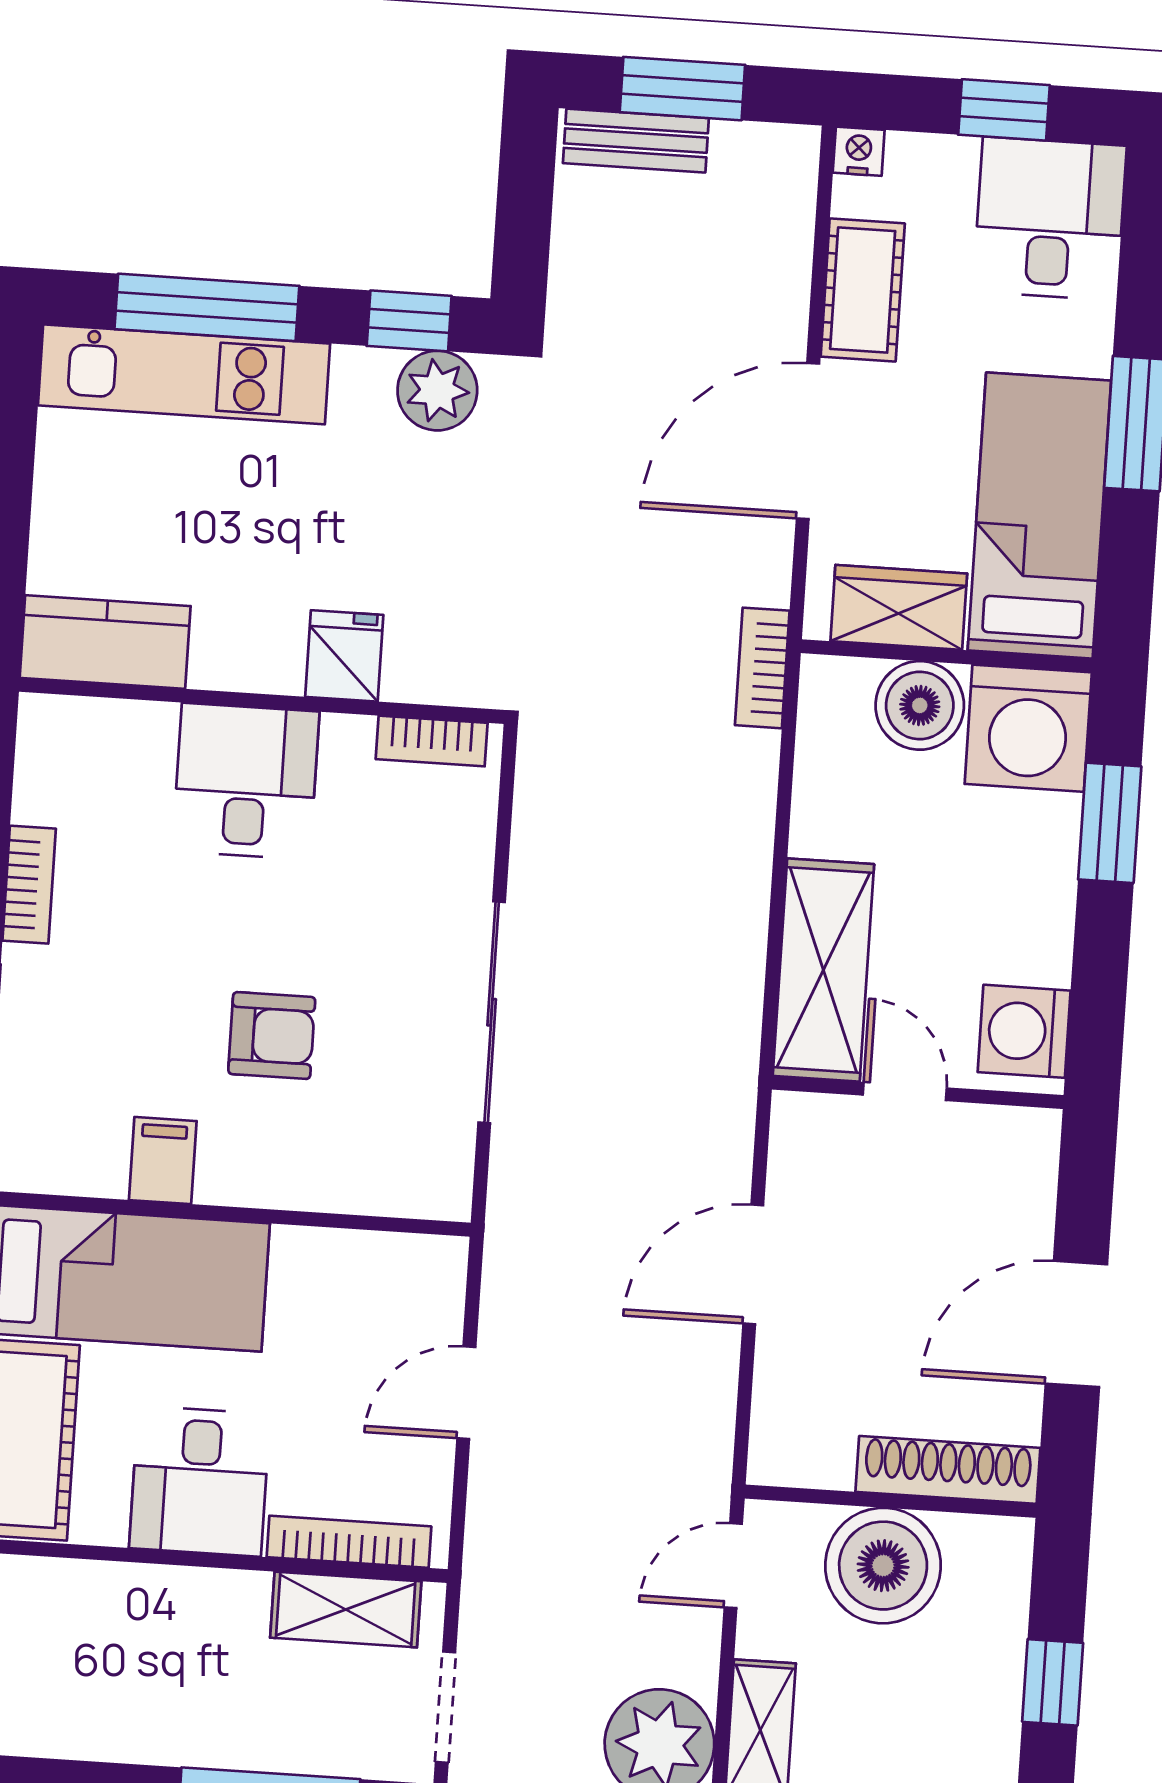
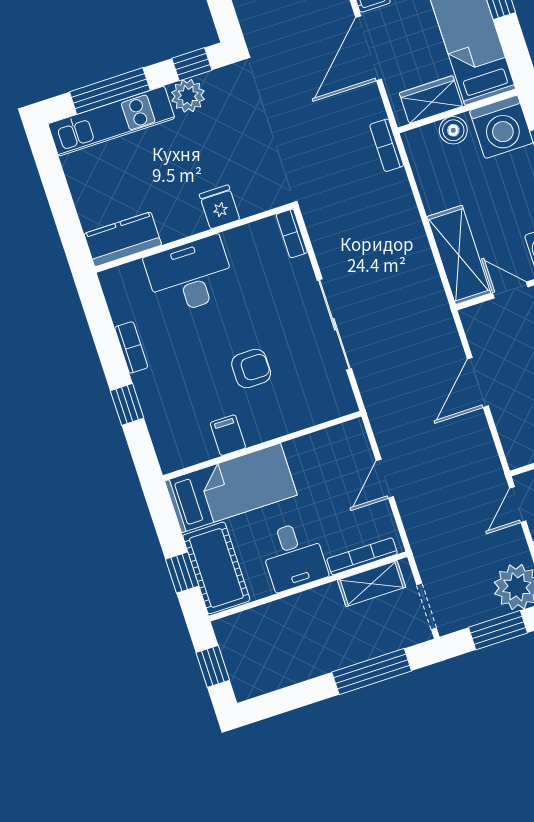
plant: (437, 391) -> (188, 96), moved
boiler: (920, 705) -> (453, 130), width x0.73, depth x0.73
bookcase: (432, 741) -> (292, 233), moved, turned 90
desk: (246, 781) -> (190, 276), width x1.37

